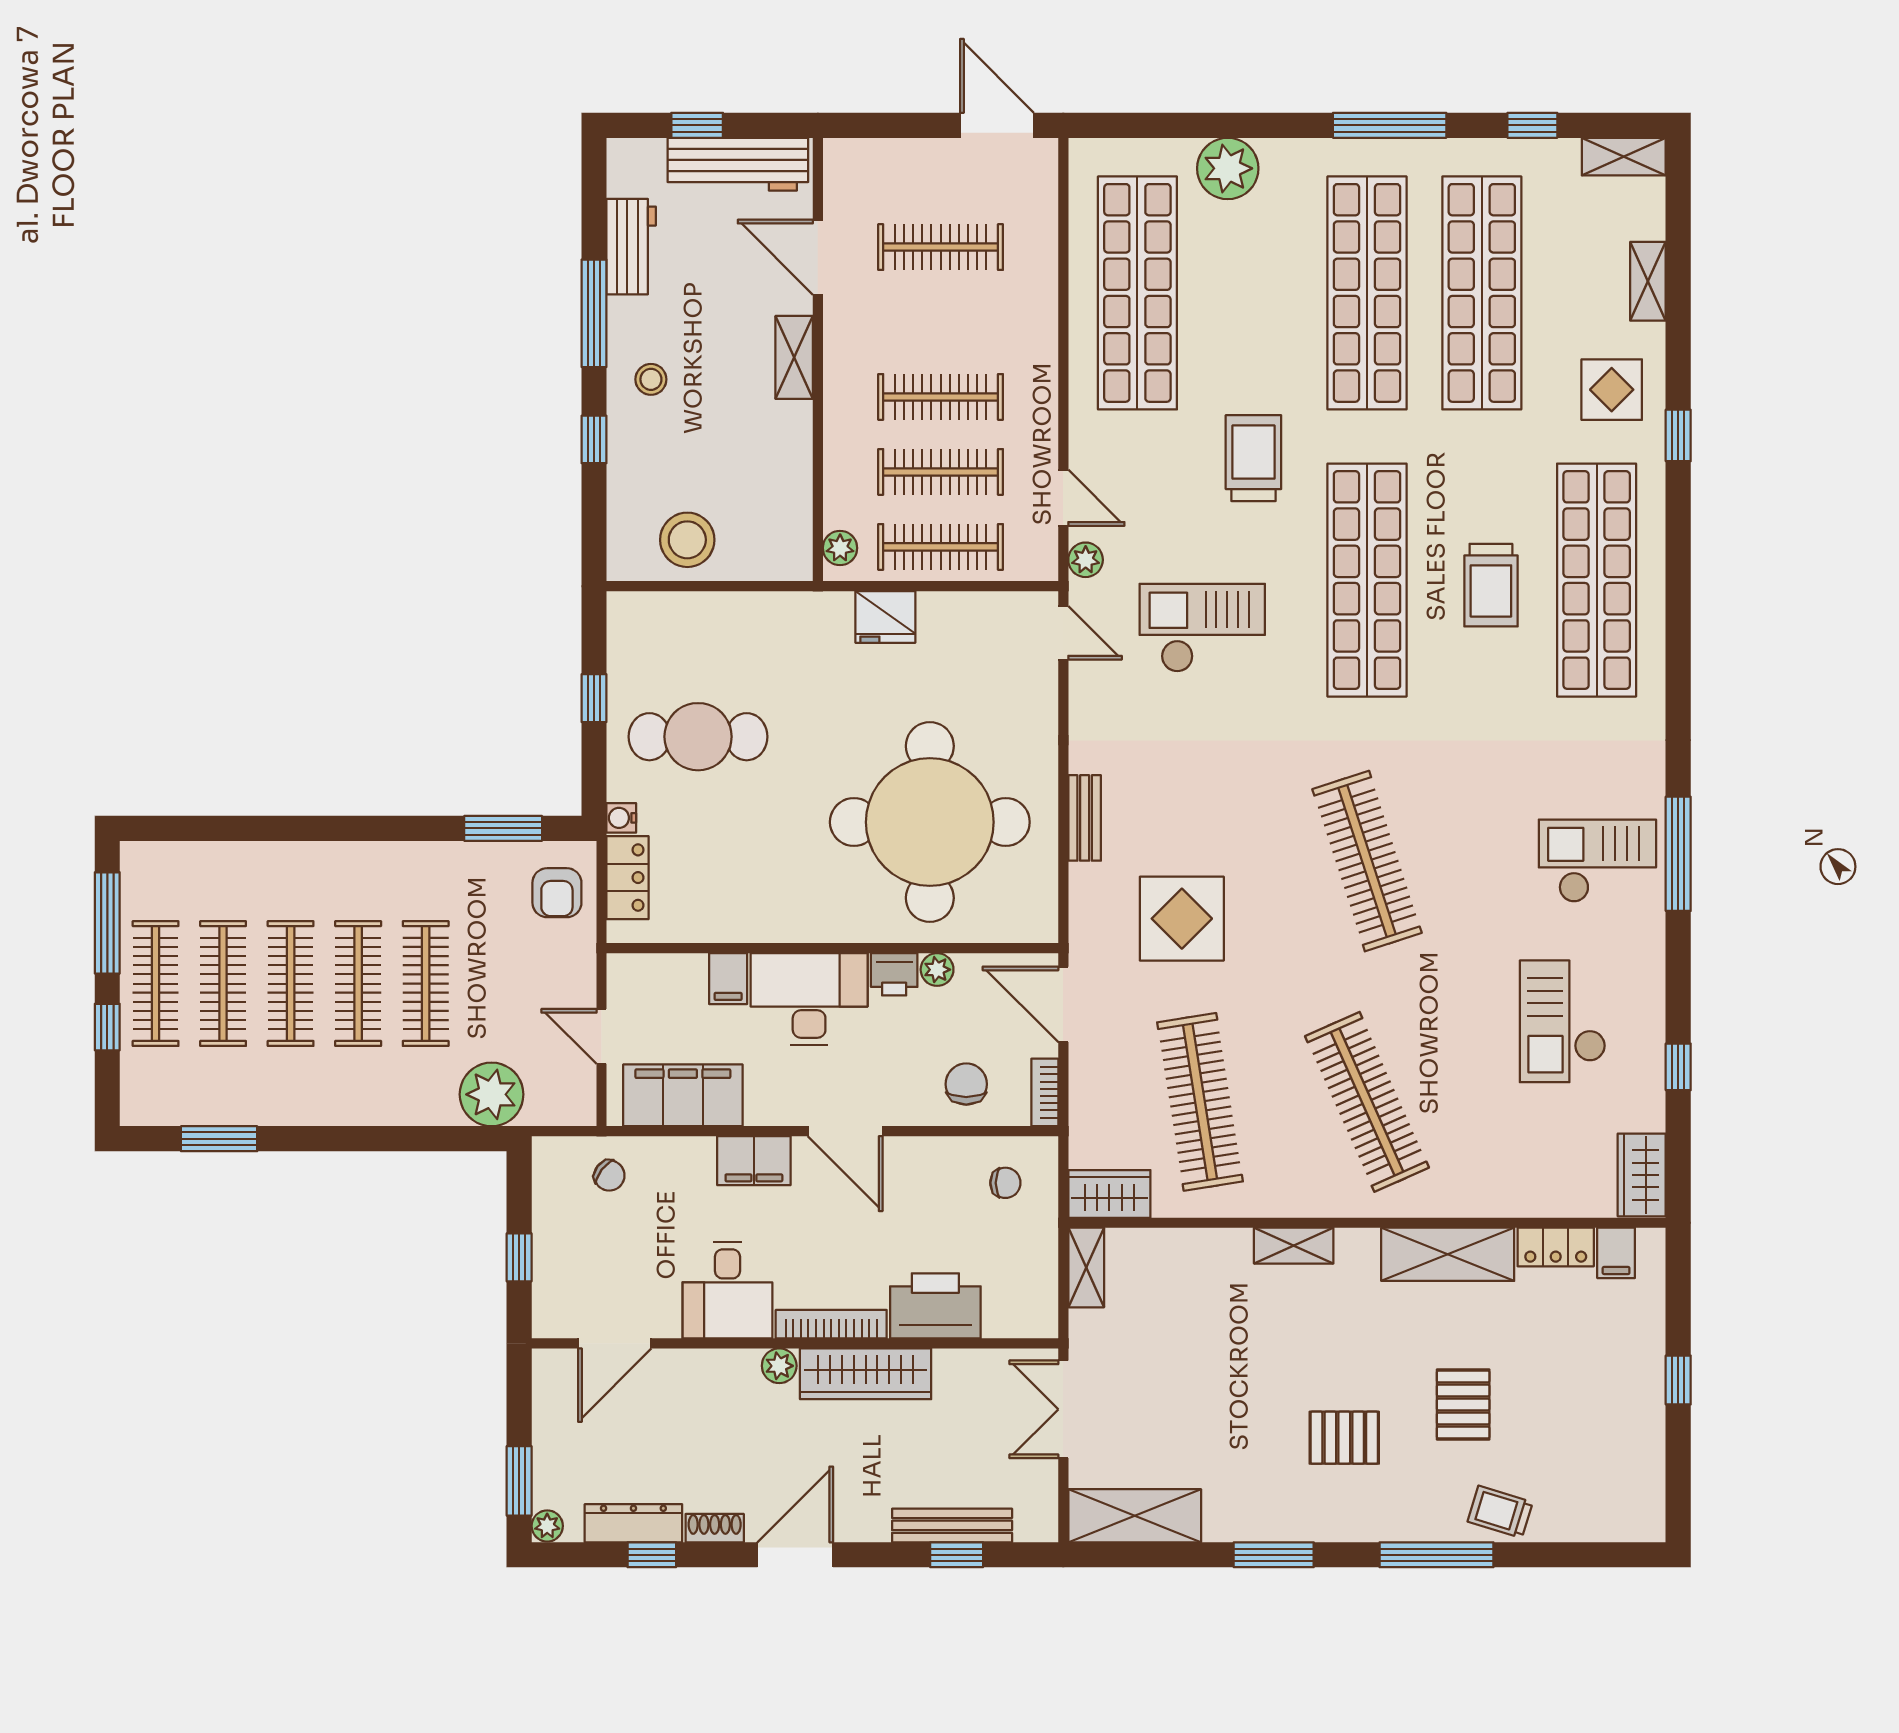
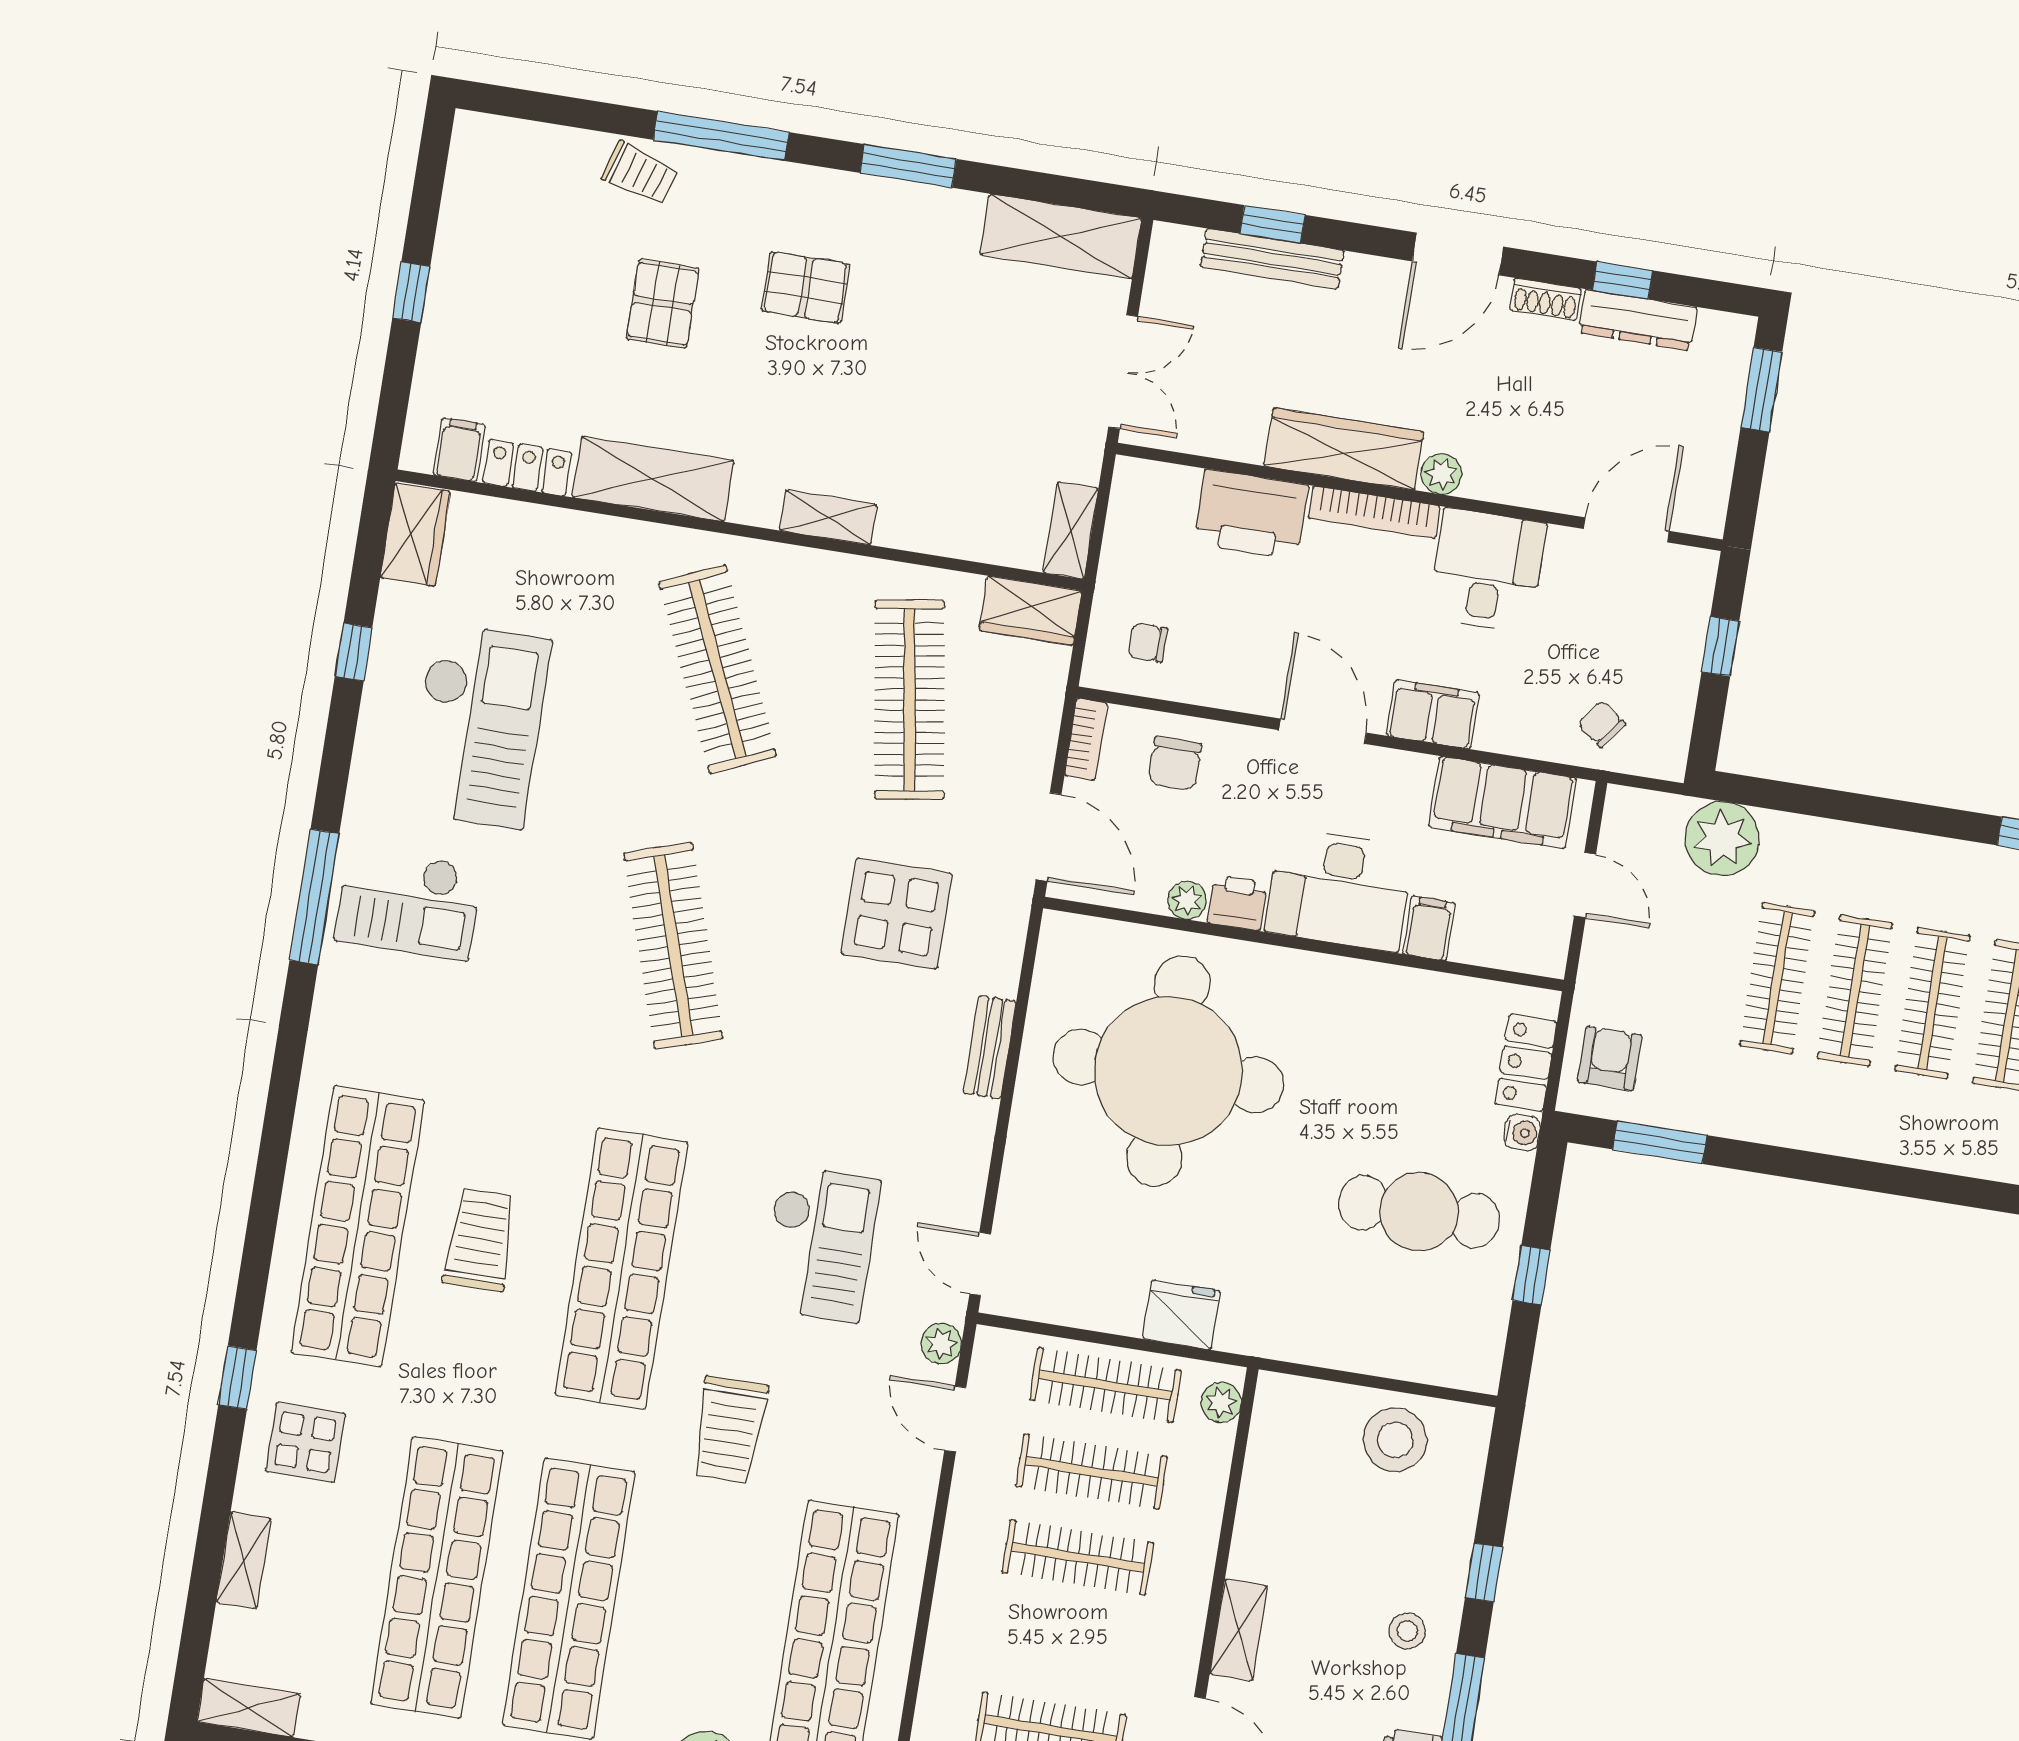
checkout: (1202, 628) -> (820, 1244), turned -90
checkout: (1563, 1021) -> (478, 726), width x1.36, depth x1.21
plant: (547, 1526) -> (1738, 333), removed

